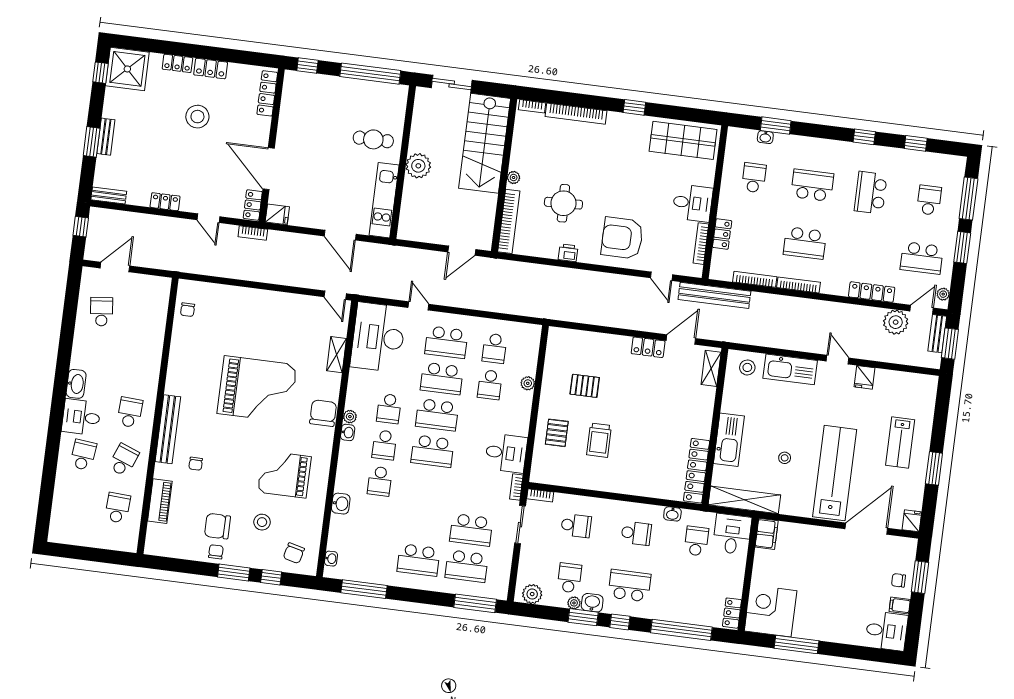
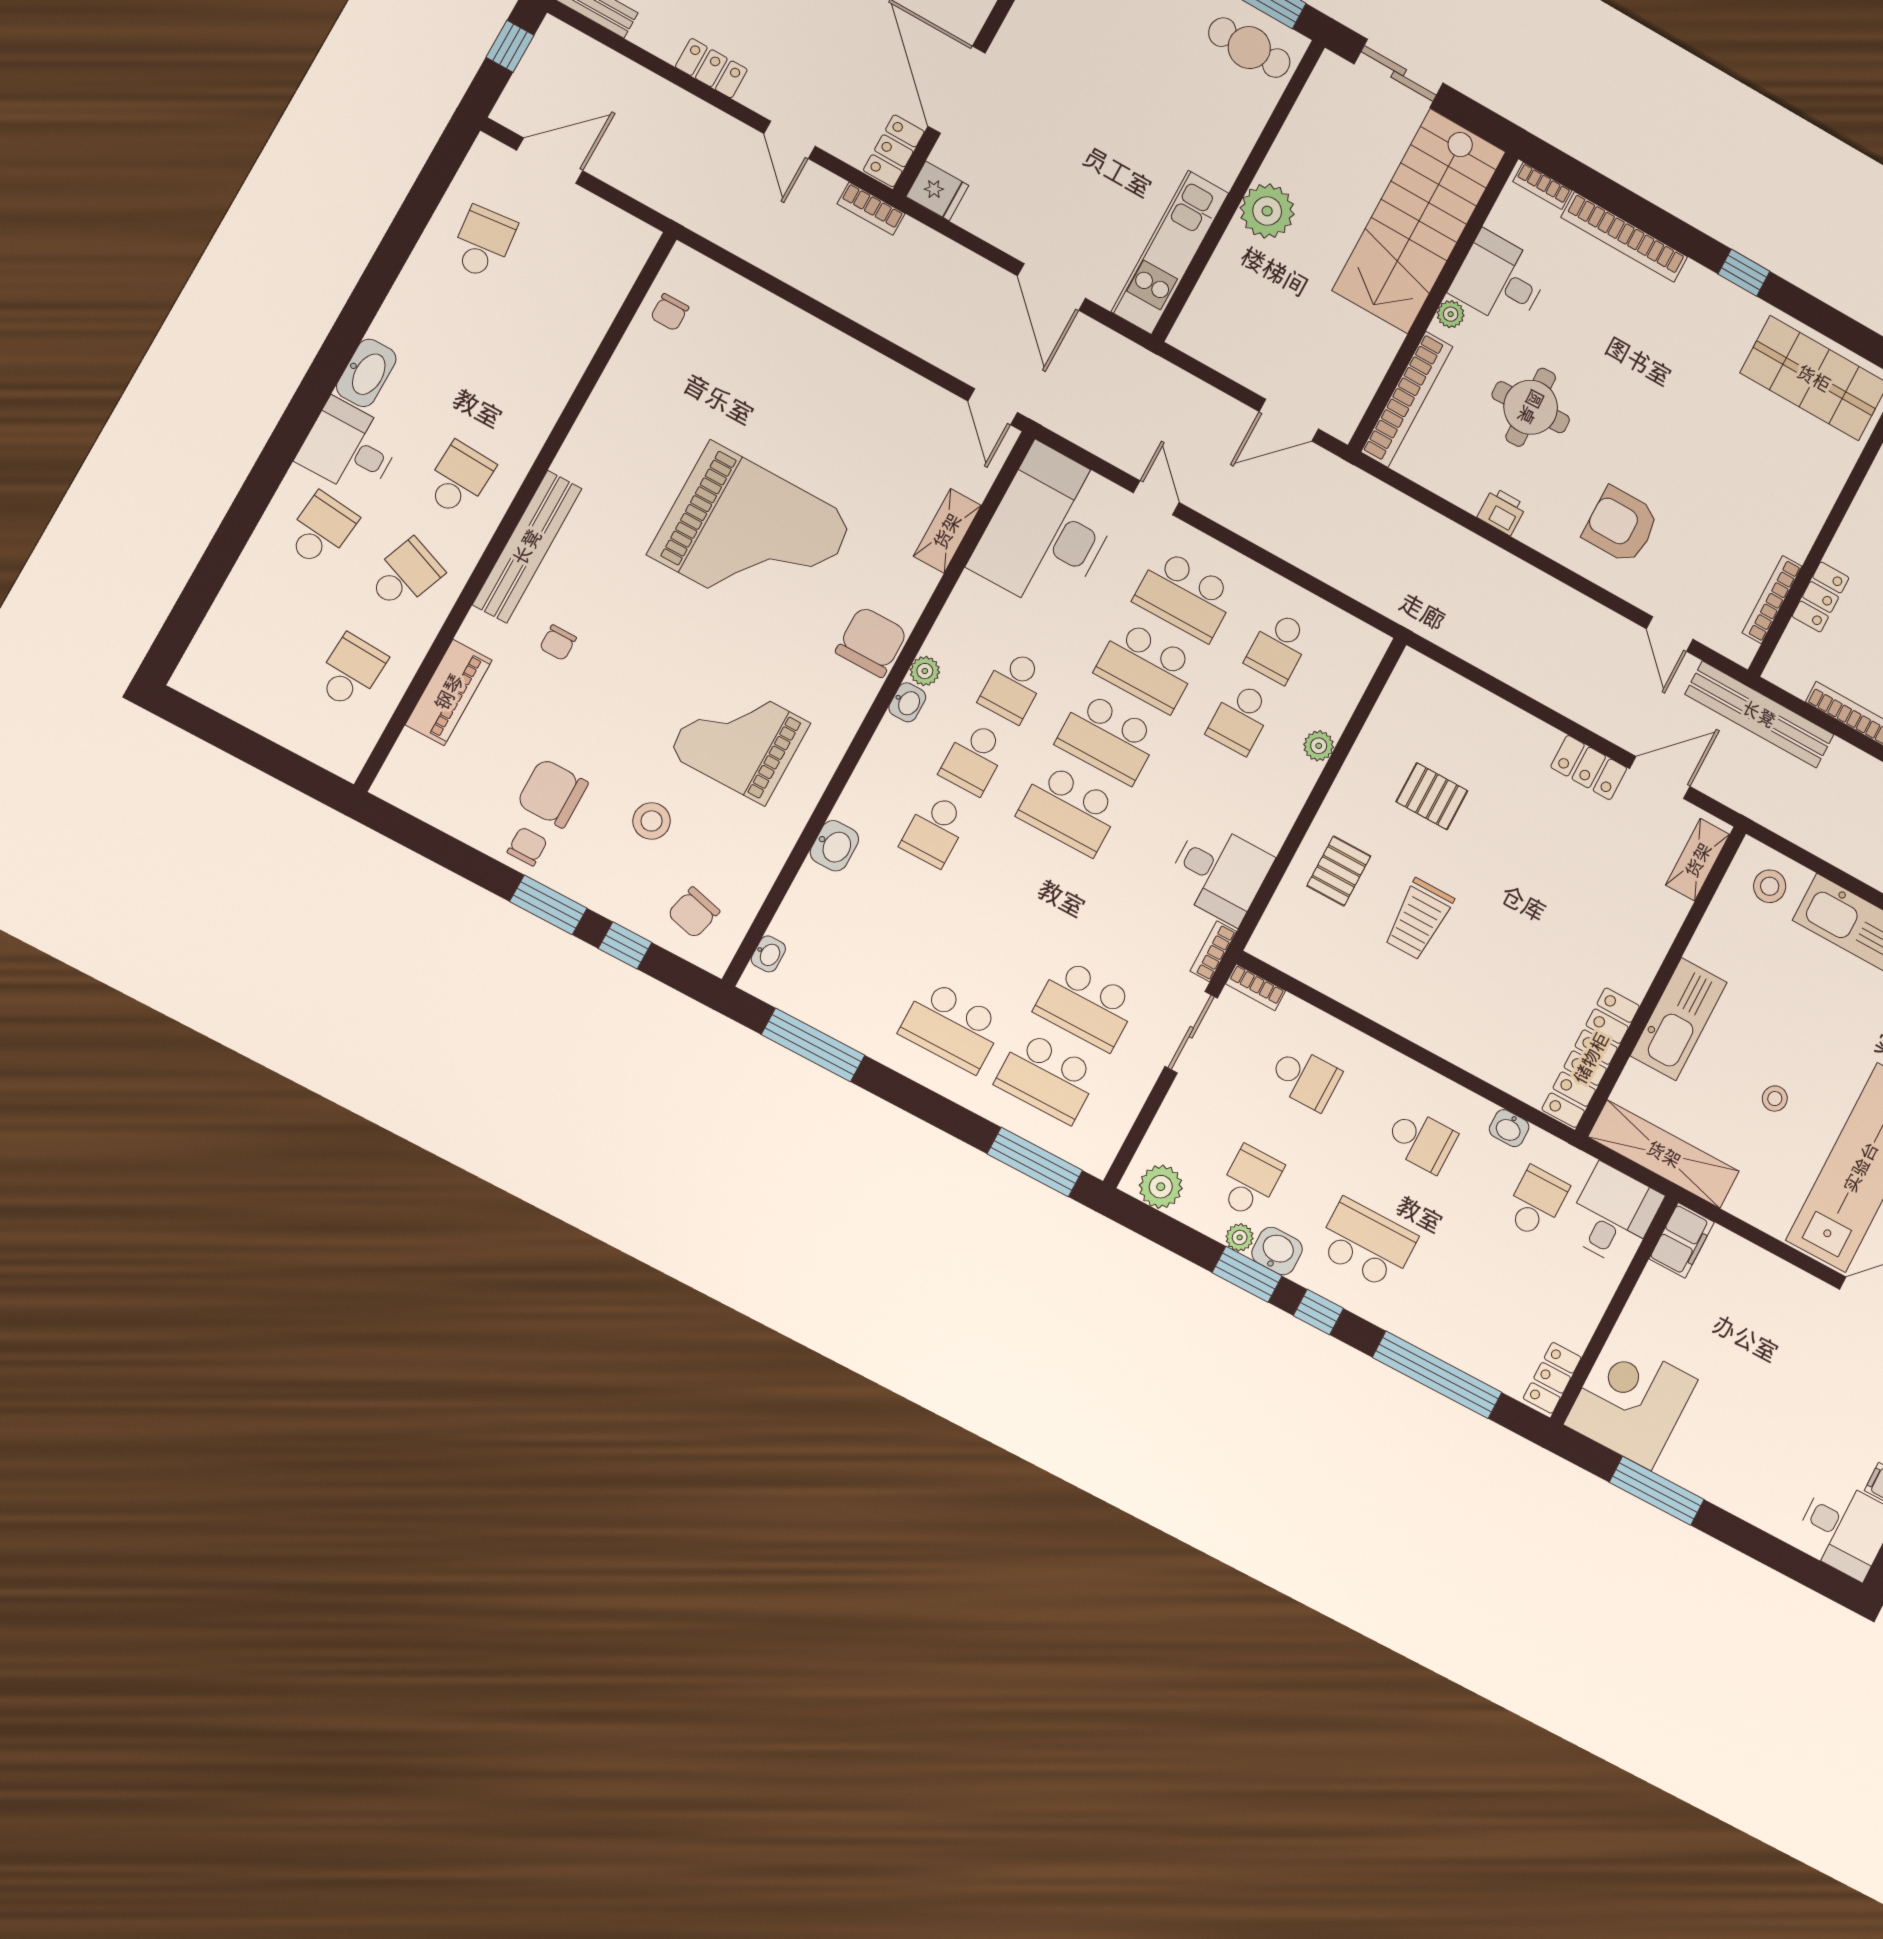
cafe table: (373, 139) -> (1249, 48), moved
desk: (693, 203) -> (1500, 280), moved, turned 180
armchair: (622, 238) -> (1621, 525), width x0.73, depth x0.73

